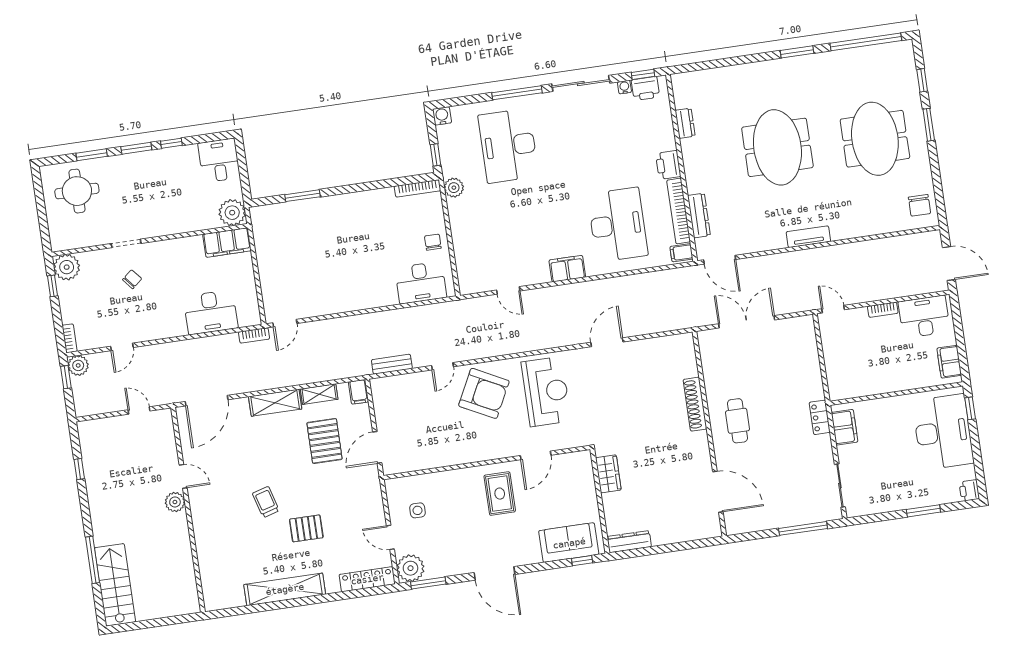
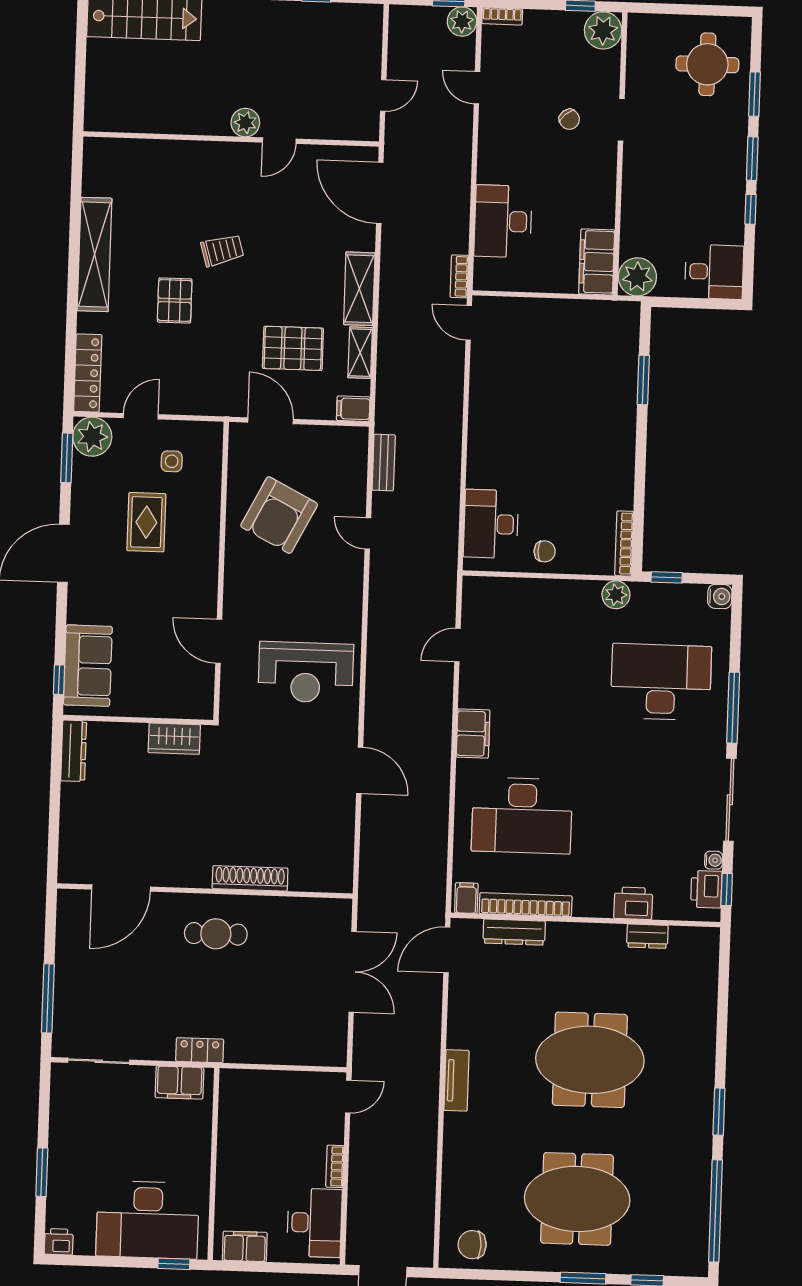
printer: (668, 165) -> (633, 903), moved
armchair: (484, 393) -> (279, 515), moved
rug: (500, 494) -> (146, 522), moved, turned 90

